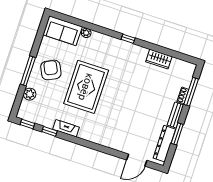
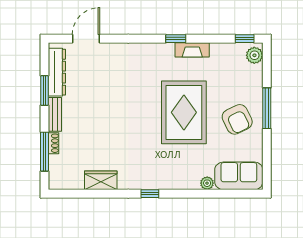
plant: (30, 94) -> (254, 55), moved
window: (50, 131) -> (176, 39), moved

